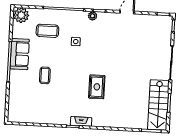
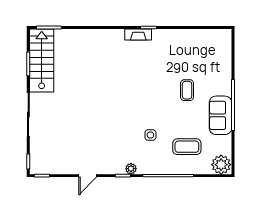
rug: (97, 87) -> (121, 79), removed

